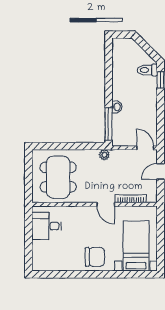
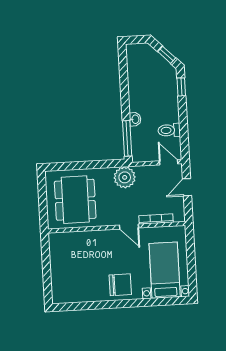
window: (149, 50) -> (167, 55), added
toilet: (147, 70) -> (169, 130), moved
plant: (104, 155) -> (125, 177), width x1.87, depth x1.87
desk: (46, 226) -> (65, 254), removed

